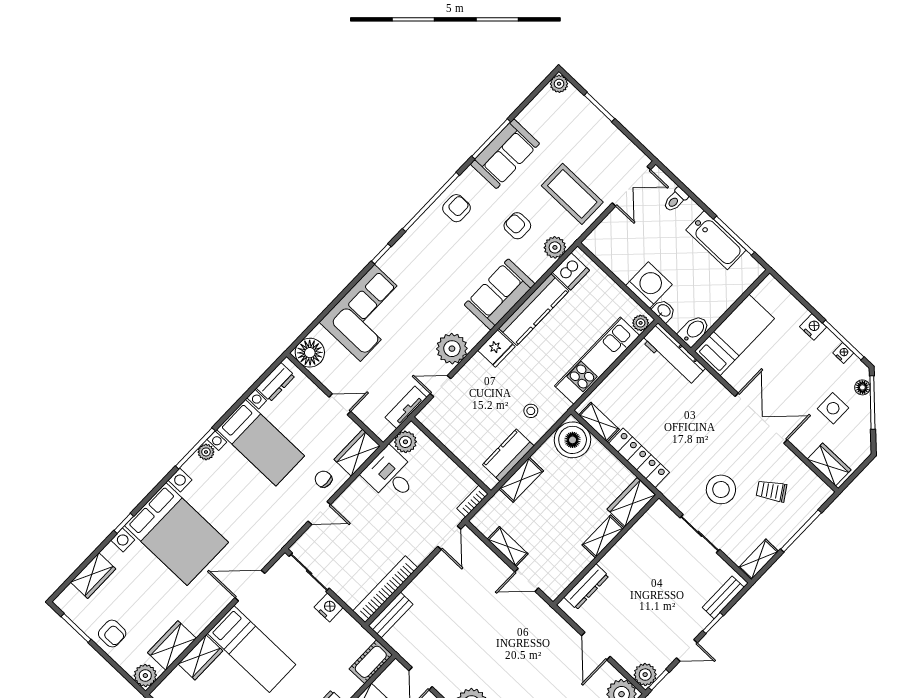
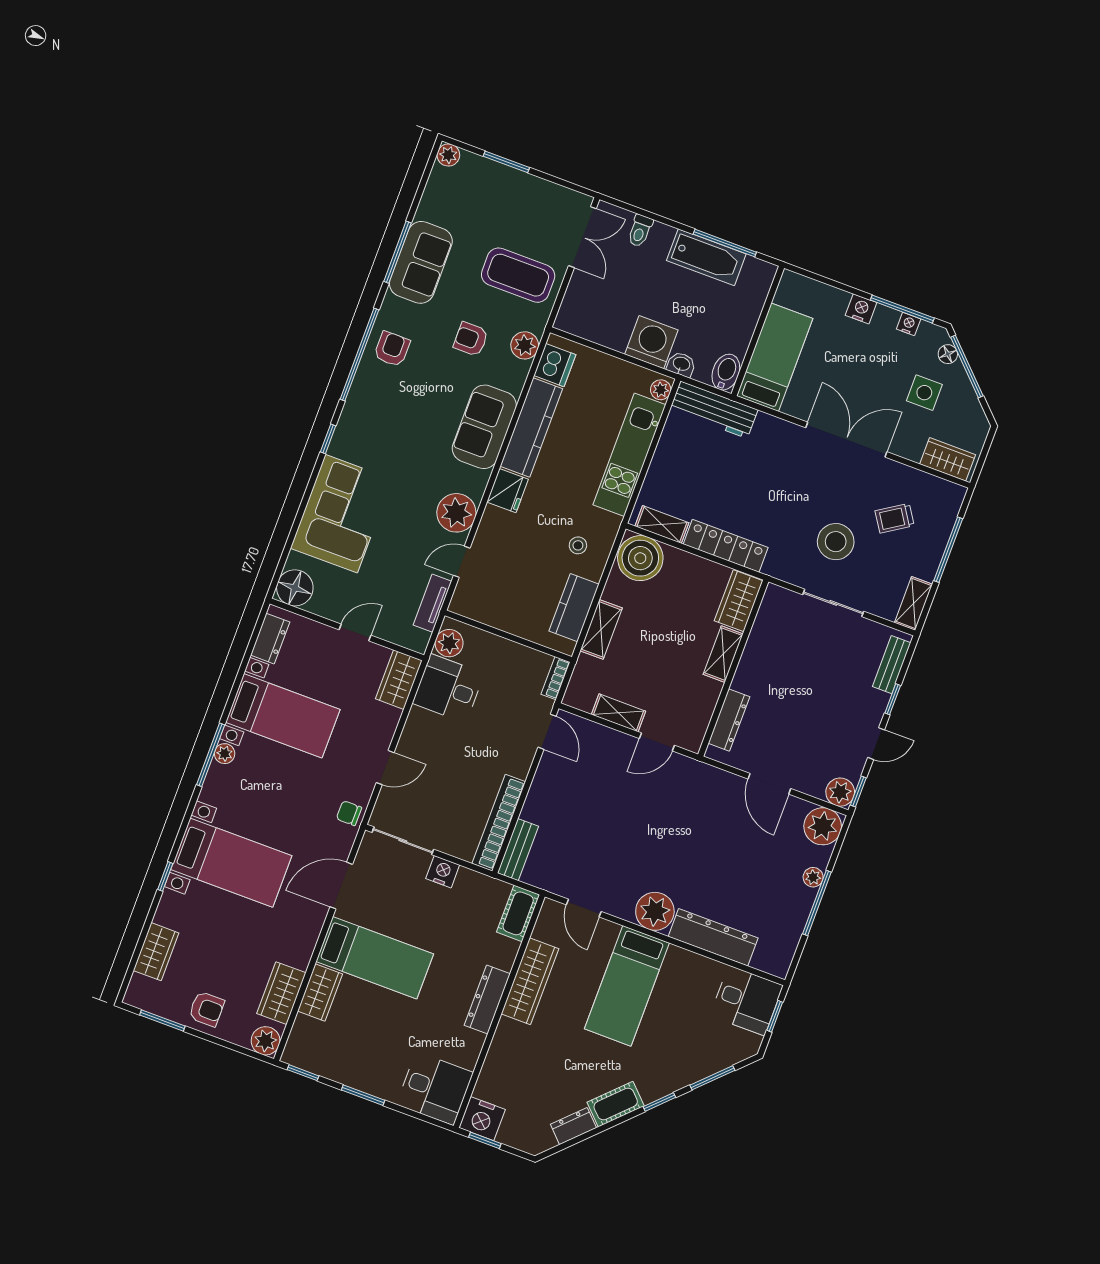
chair: (323, 479) -> (349, 813), moved
bed with nightstands: (176, 534) -> (231, 863), width x0.73

